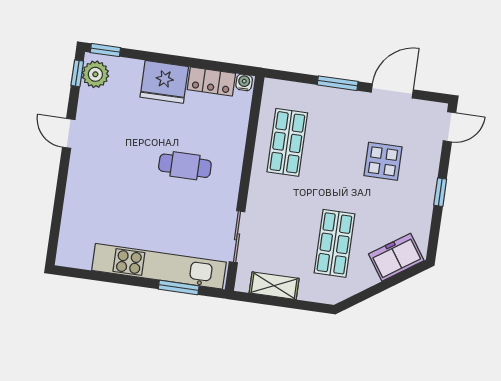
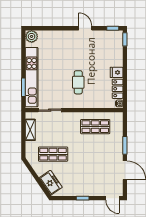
plant: (95, 74) -> (32, 36), moved
fridge: (164, 82) -> (117, 72), width x0.53, depth x0.75
door: (69, 133) -> (85, 28), hinge flipped
display table: (383, 161) -> (93, 171), removed

